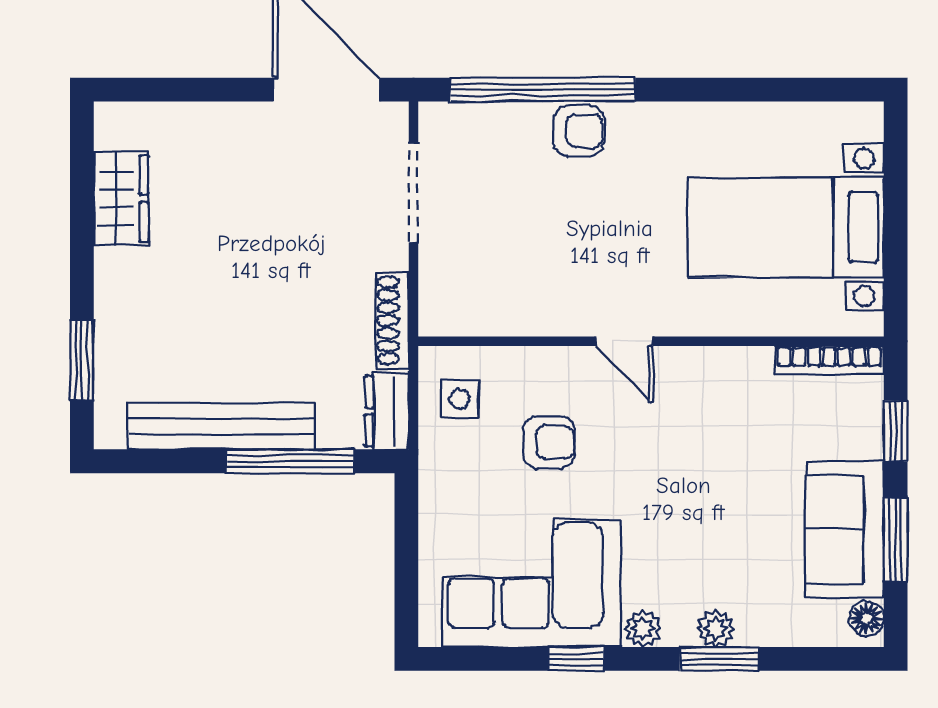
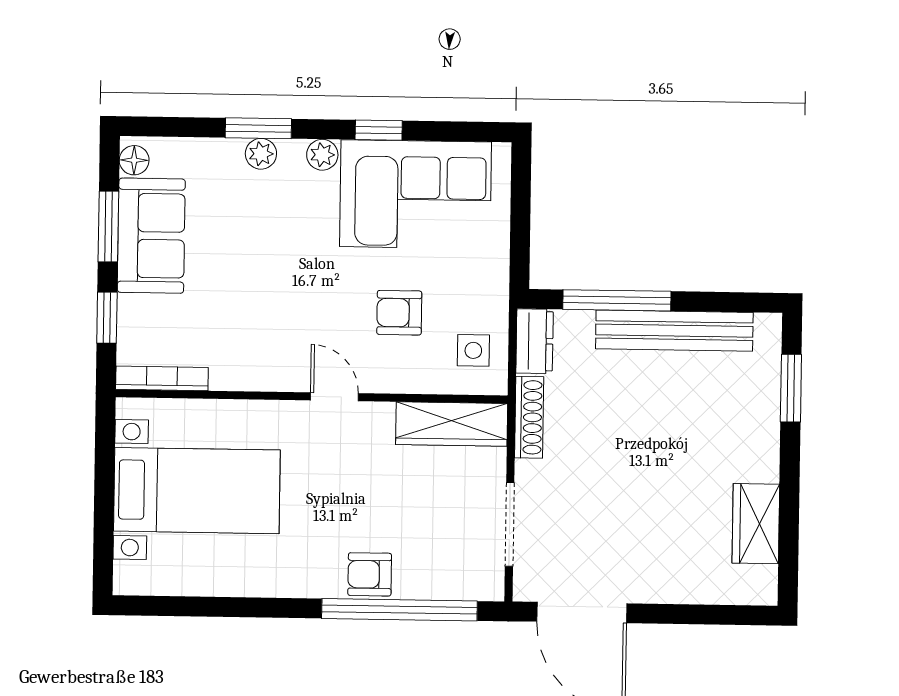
wardrobe: (484, 311) -> (452, 424), added

